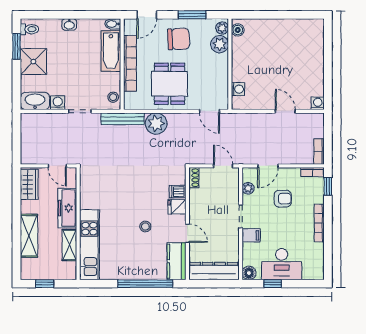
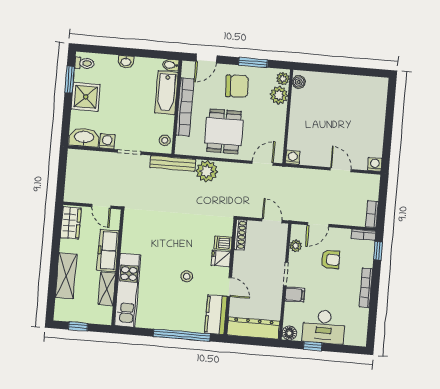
washing machine: (238, 89) -> (293, 157), moved, turned -90
door: (209, 111) -> (263, 163), swing flipped
shoe rack: (194, 178) -> (241, 235), width x1.43

